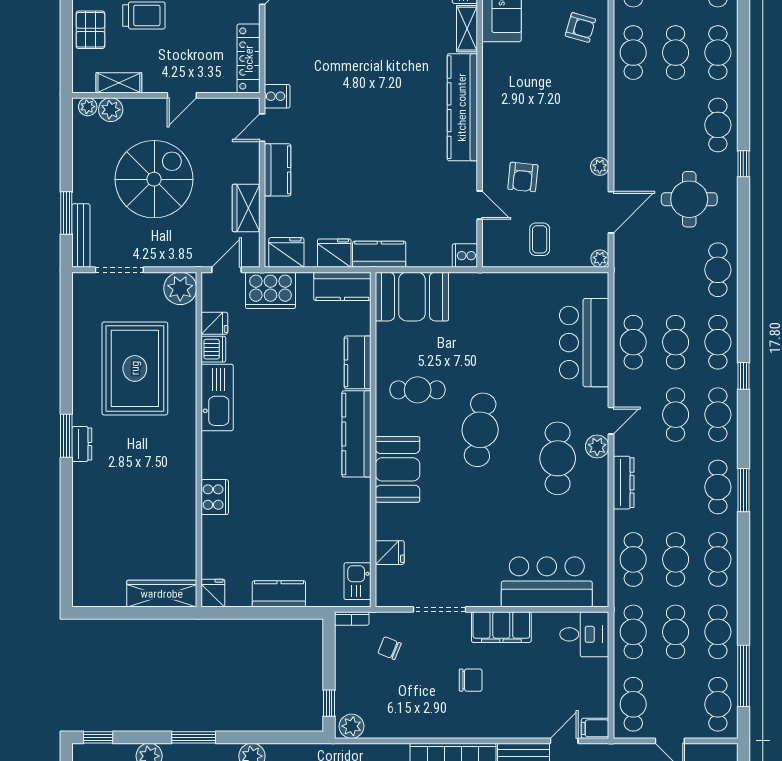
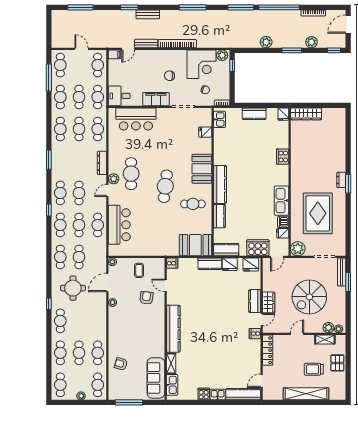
wardrobe: (246, 208) -> (269, 302), moved
cafe table: (718, 487) -> (79, 257), moved
corner desk: (398, 706) -> (201, 64), added

